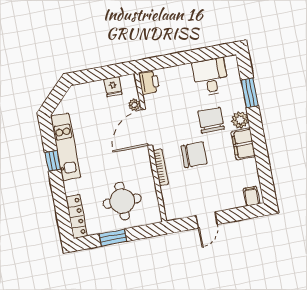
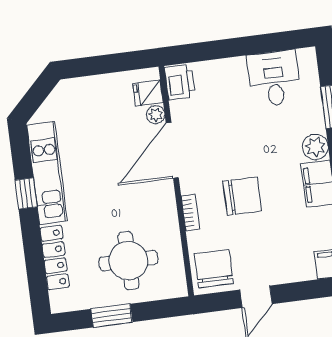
fridge: (113, 87) -> (148, 93), moved, turned 90
chair: (211, 120) -> (214, 269), moved
bookcase: (161, 167) -> (190, 213), width x0.64
locker: (77, 216) -> (55, 258), moved

